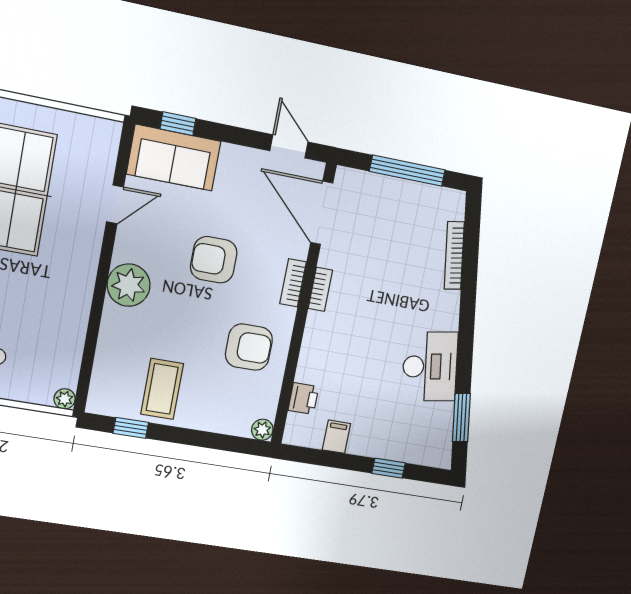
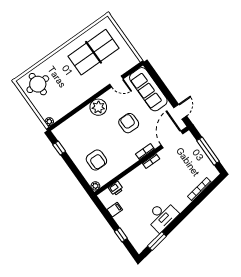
window: (178, 124) -> (155, 76), removed
sofa: (174, 158) -> (148, 89), width x1.36
armchair: (249, 347) -> (96, 160), moved
coffee table: (162, 389) -> (79, 146), removed

